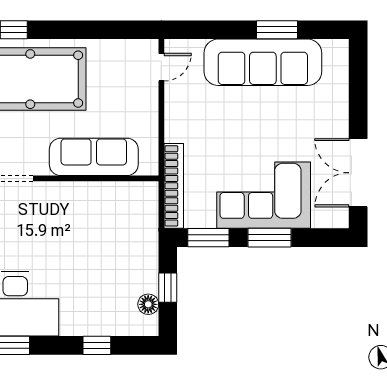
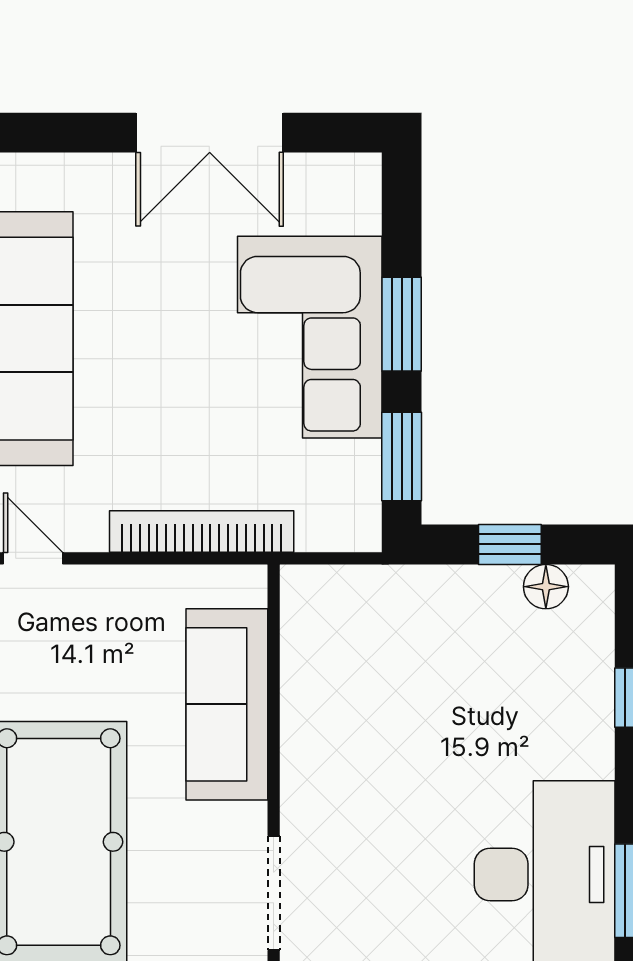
double door: (358, 173) -> (210, 133), moved
bookcase: (174, 186) -> (202, 531), moved

